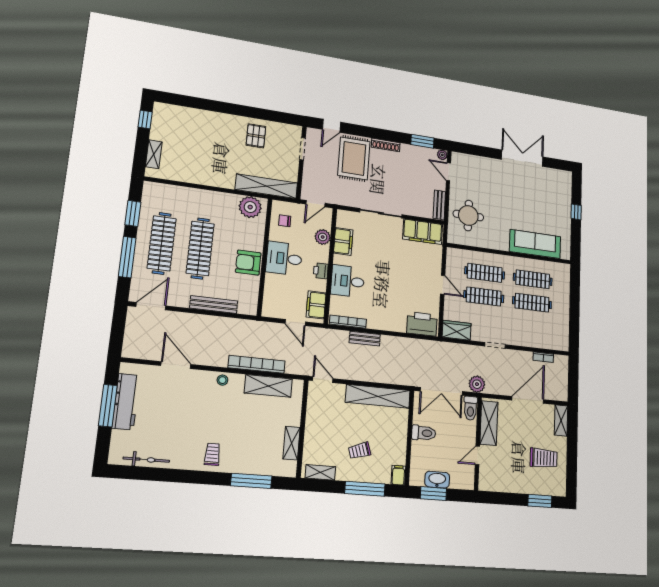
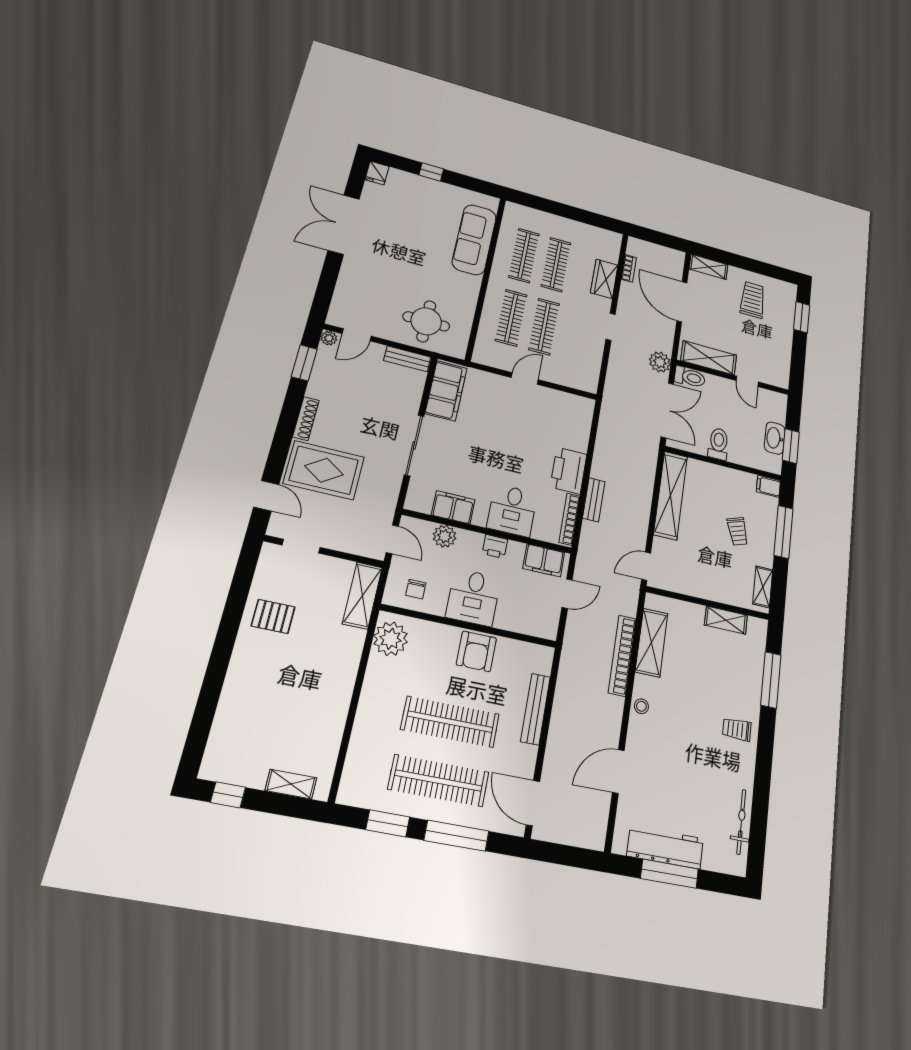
fridge: (565, 177) -> (377, 173), added
shelving: (266, 186) -> (362, 595), width x0.68
printer: (422, 324) -> (569, 471), moved
wardrobe: (457, 330) -> (604, 279), moved

